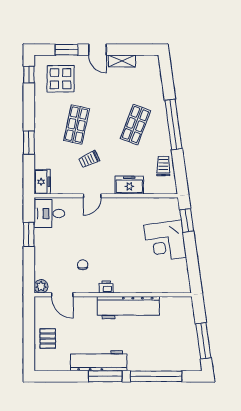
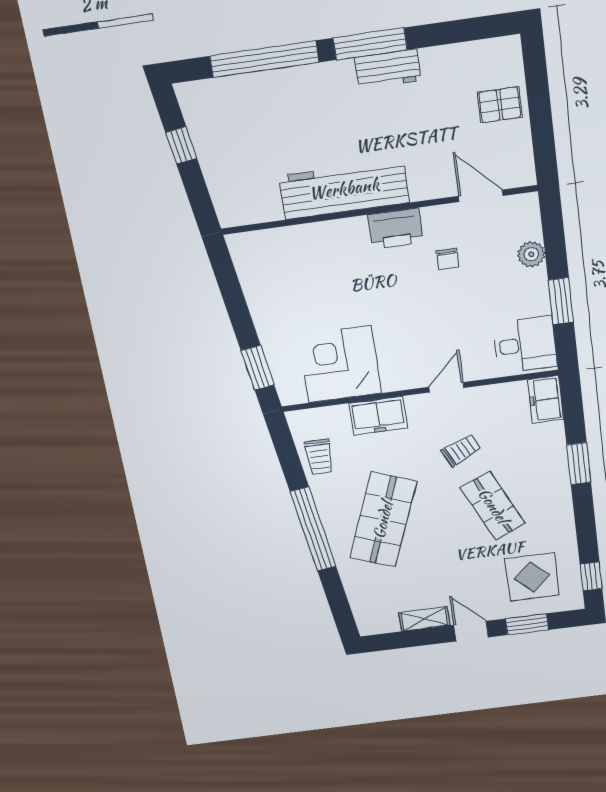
shop shelf: (77, 125) -> (493, 506), turned -36
shop shelf: (136, 125) -> (383, 520), width x1.43, depth x1.36
corner desk: (165, 241) -> (340, 364), moved, turned -82
plant: (41, 286) -> (531, 254), moved
printer: (106, 287) -> (396, 229), width x1.87, depth x1.48
pallet: (48, 338) -> (500, 105), turned 90
window: (203, 341) -> (181, 145), width x0.46
workbench: (99, 361) -> (388, 69), width x0.53, depth x0.76

